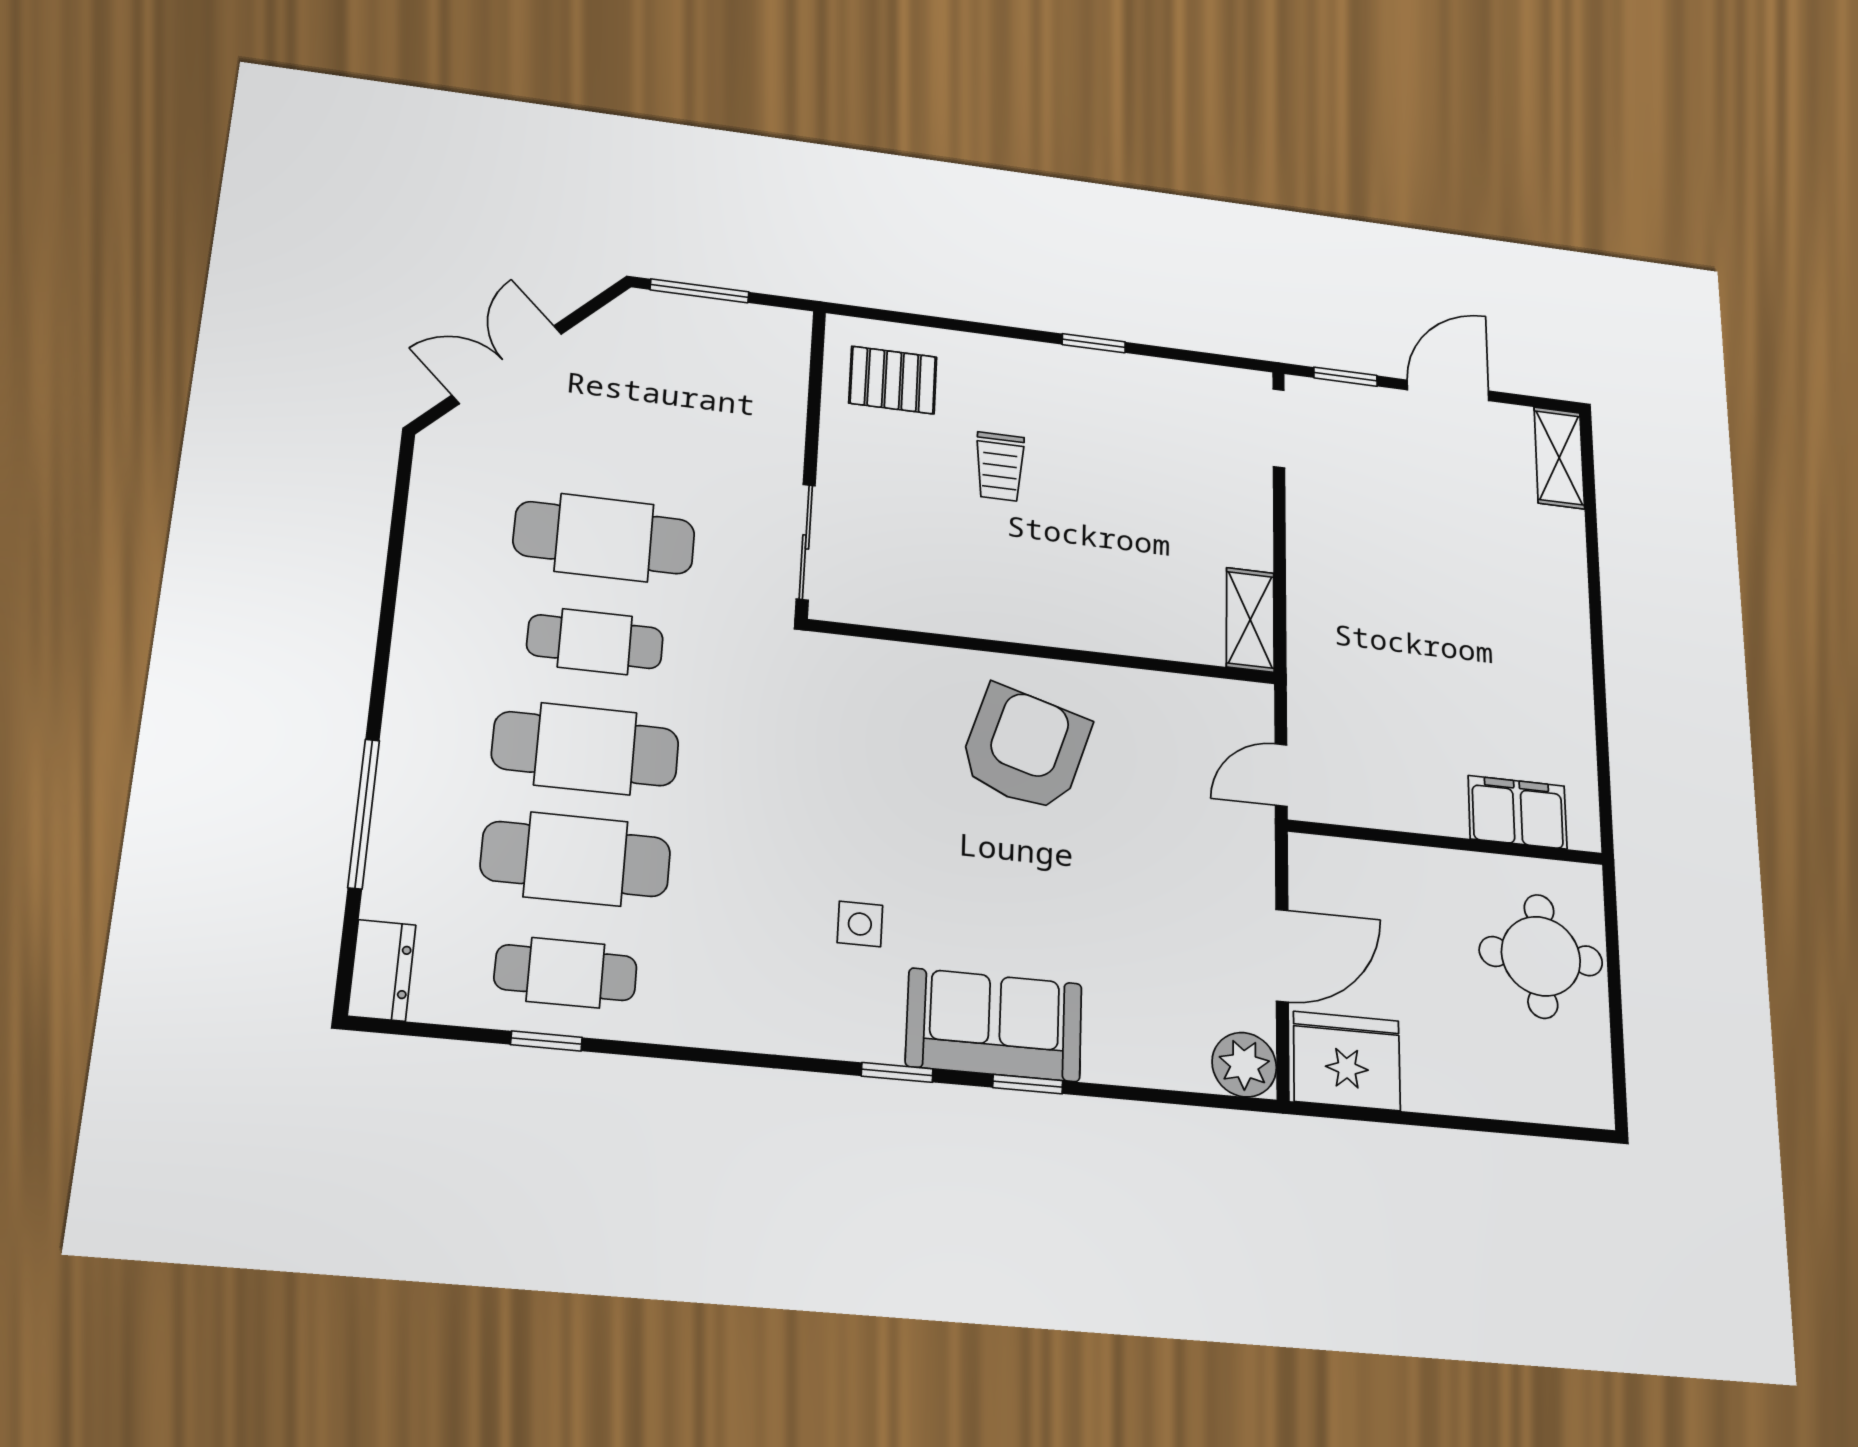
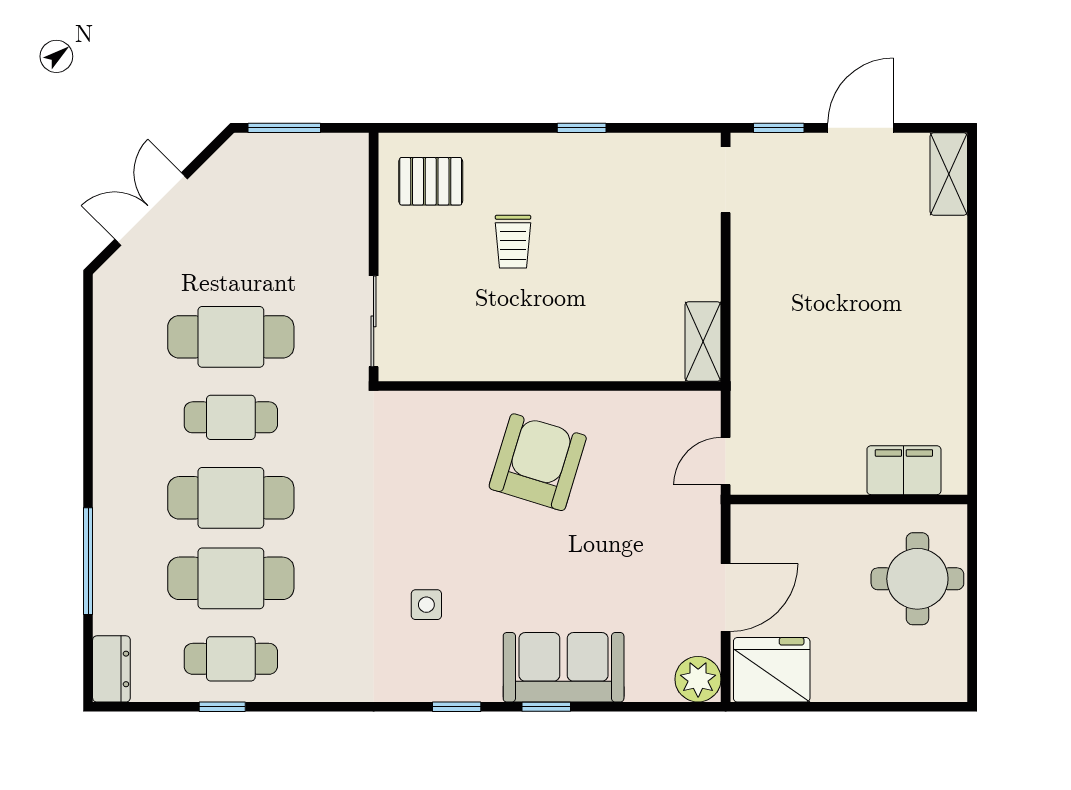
sofa: (994, 1025) -> (564, 667), moved

